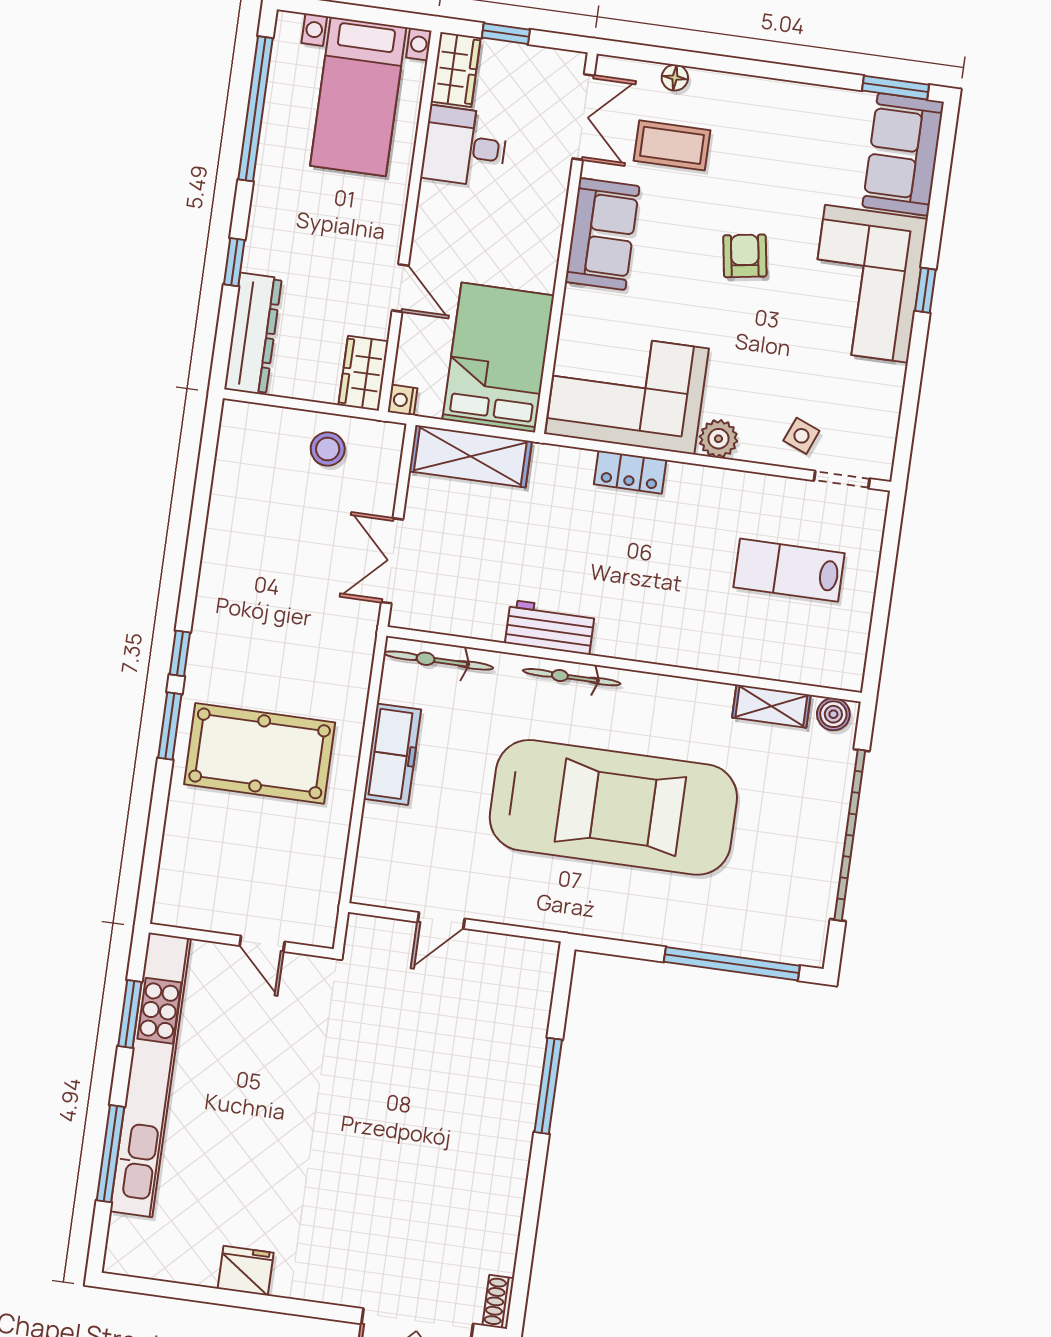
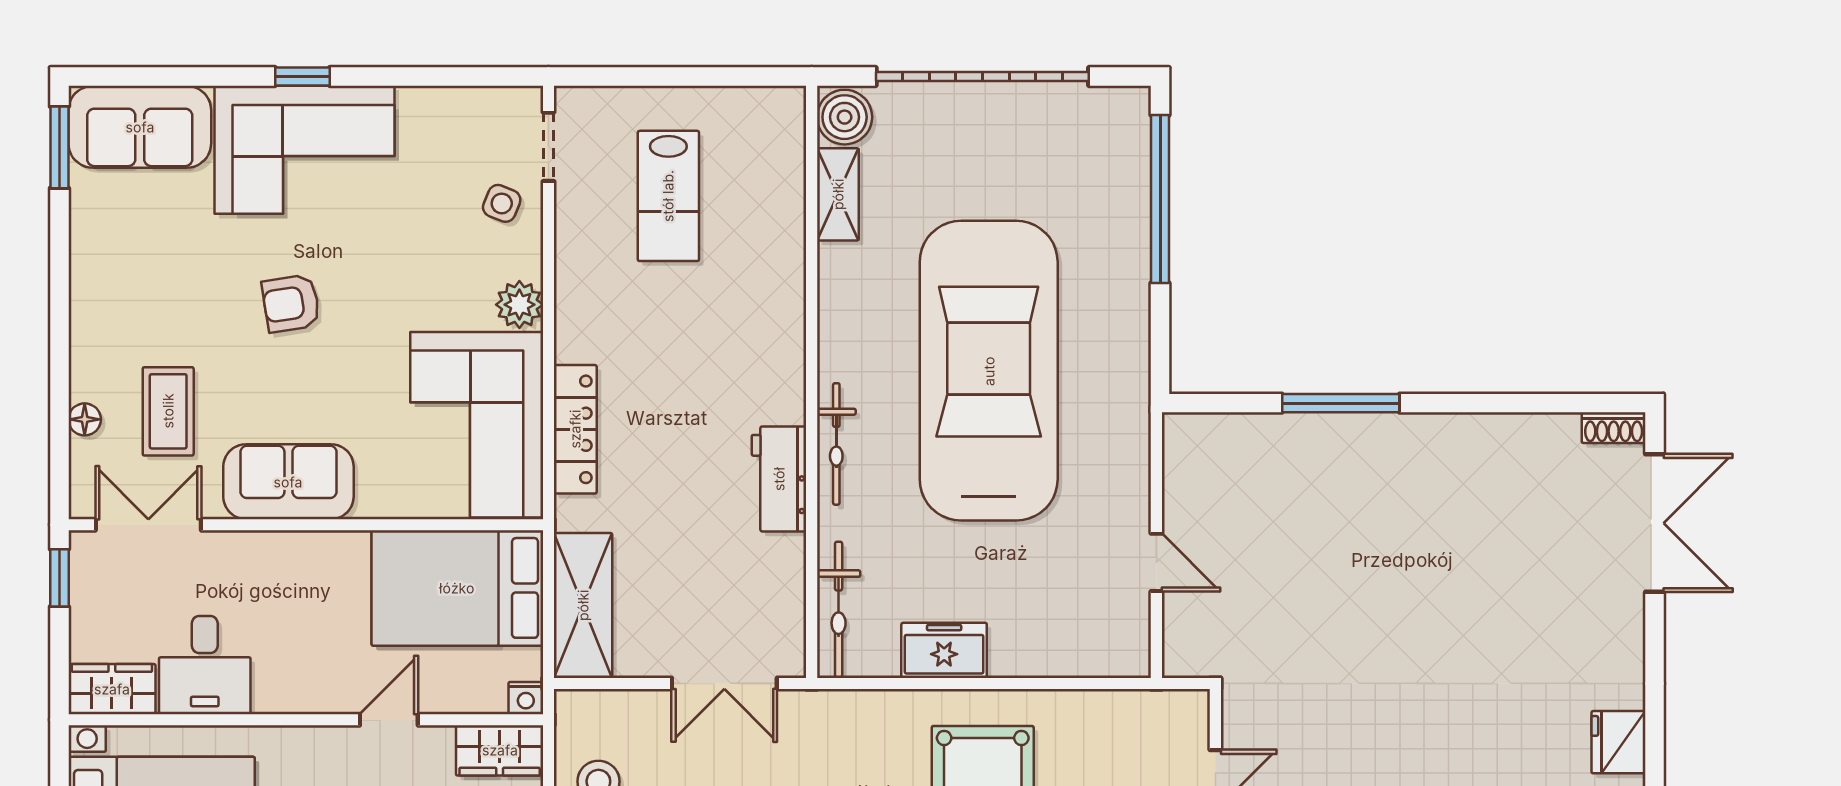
window: (506, 34) -> (59, 578), moved
locker: (630, 472) -> (575, 429), width x1.53
boiler: (833, 714) -> (845, 117), width x1.36, depth x1.36
freezer: (392, 754) -> (944, 650), width x0.71

